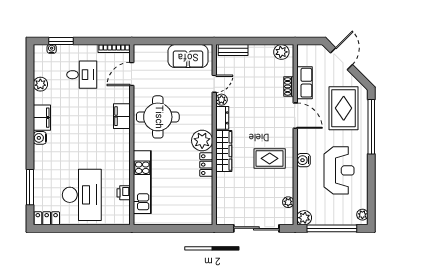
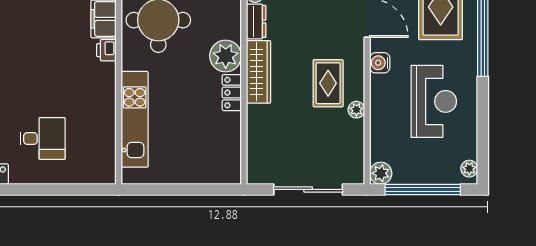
rug: (270, 158) -> (328, 83), turned 90
water cooler: (304, 160) -> (380, 63), moved
printer: (124, 193) -> (106, 50), moved
desk: (82, 195) -> (43, 138), width x0.53, depth x0.77
plant: (288, 202) -> (356, 110), moved

